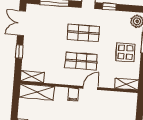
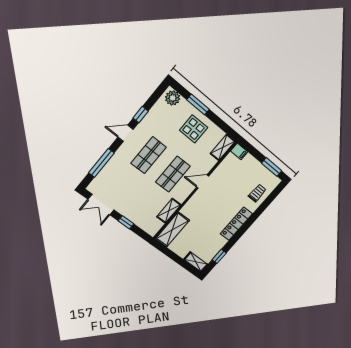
shelving: (32, 77) -> (169, 211), moved
door: (91, 88) -> (203, 182), hinge flipped
filing cabinet: (73, 95) -> (239, 151), moved

